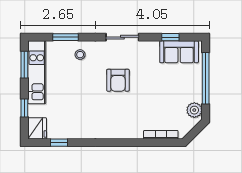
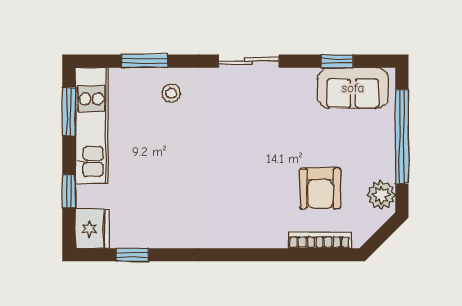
armchair: (118, 80) -> (320, 188), moved

